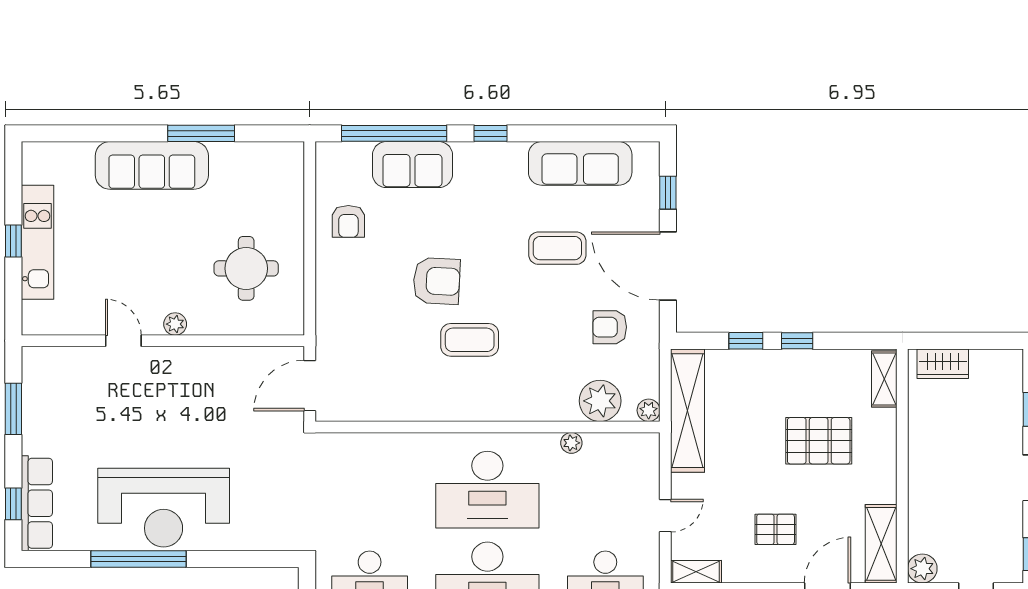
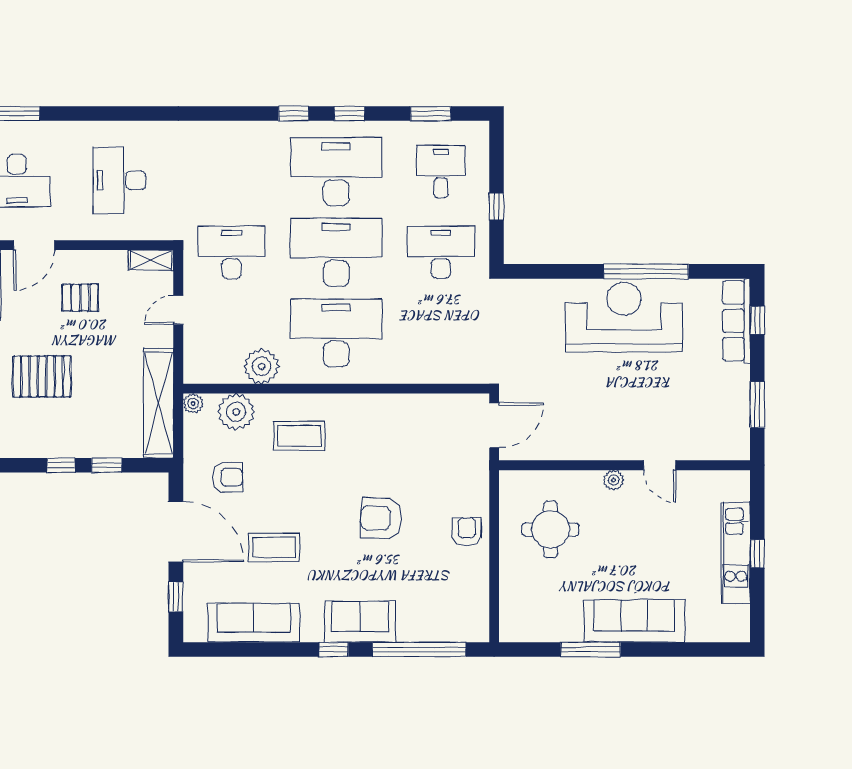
sofa: (412, 165) -> (360, 622), moved
armchair: (348, 221) -> (467, 532), moved
coffee table: (470, 340) -> (299, 436), moved
plant: (571, 443) -> (262, 366), width x1.88, depth x1.88

